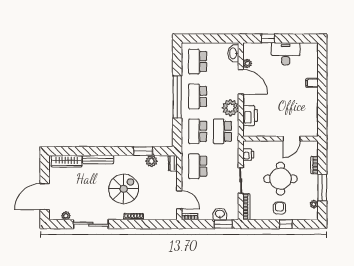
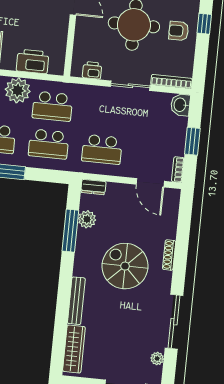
window: (143, 151) -> (70, 231), width x1.44
door: (179, 200) -> (150, 183), swing flipped
washbasin: (220, 214) -> (180, 105), moved
window: (223, 224) -> (192, 141), moved

